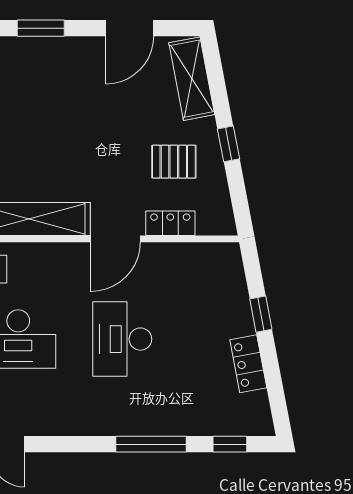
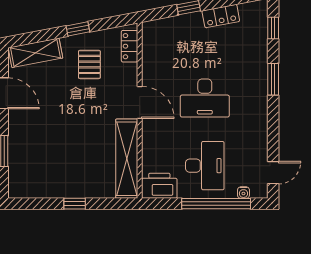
locker: (170, 223) -> (129, 46), moved
window: (151, 444) -> (273, 79), width x0.69

